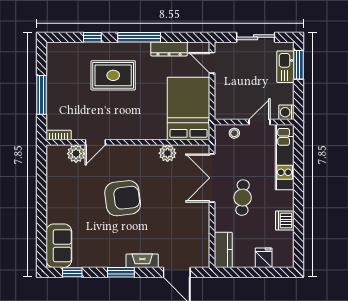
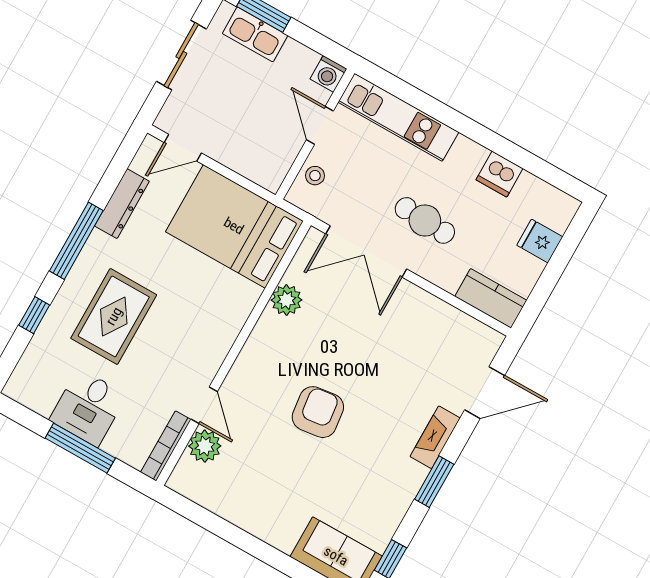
desk: (63, 88) -> (88, 407), added
bookcase: (59, 135) -> (166, 446), width x1.56
armchair: (123, 198) -> (318, 412), width x0.73, depth x0.73

